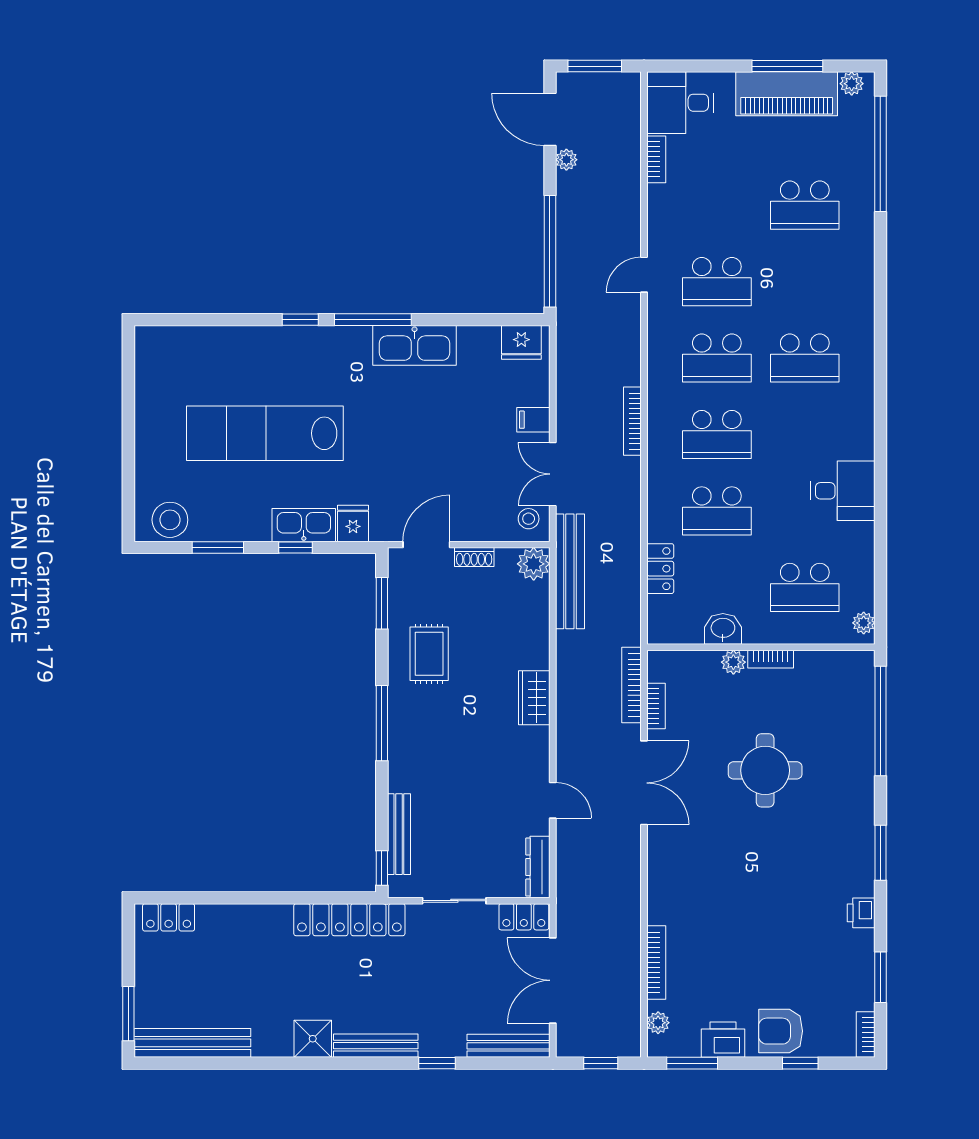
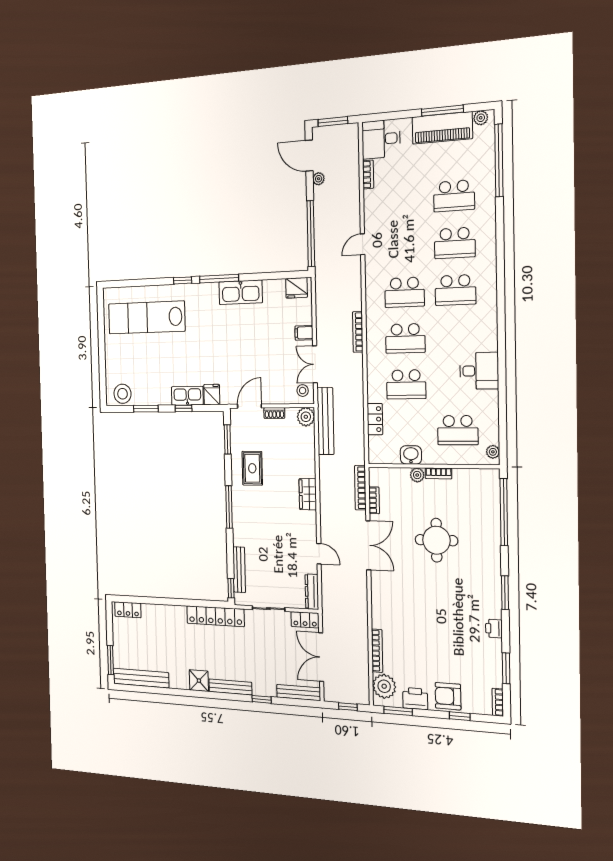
school desk: (717, 282) -> (455, 243), moved
lab bench: (265, 433) -> (146, 317), moved
plant: (658, 1023) -> (384, 686), width x1.88, depth x1.88

